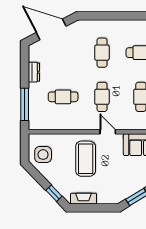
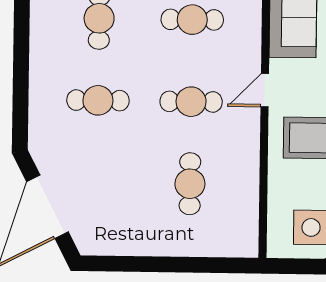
dresser: (34, 72) -> (137, 244), removed
window: (25, 104) -> (205, 265), removed

